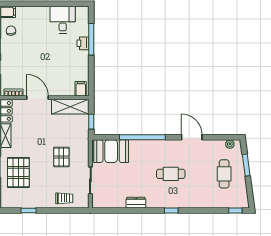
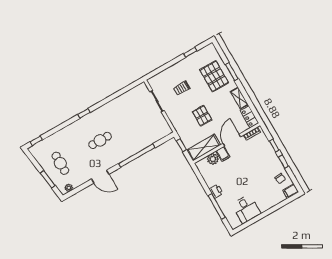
printer: (83, 43) -> (216, 191), moved
filing cabinet: (81, 89) -> (223, 154), moved
plant: (68, 90) -> (213, 159), added
door: (37, 98) -> (232, 140), swing flipped
booth: (111, 151) -> (154, 132), removed
pallet: (61, 157) -> (202, 116), moved
trolley: (64, 198) -> (182, 88), moved
dresser: (136, 203) -> (114, 104), removed

